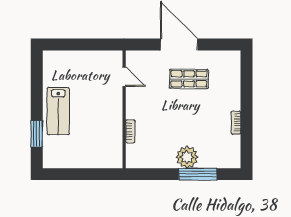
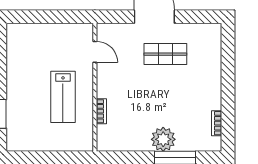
lab bench: (58, 111) -> (63, 97), moved
bookcase: (236, 123) -> (217, 123), moved

